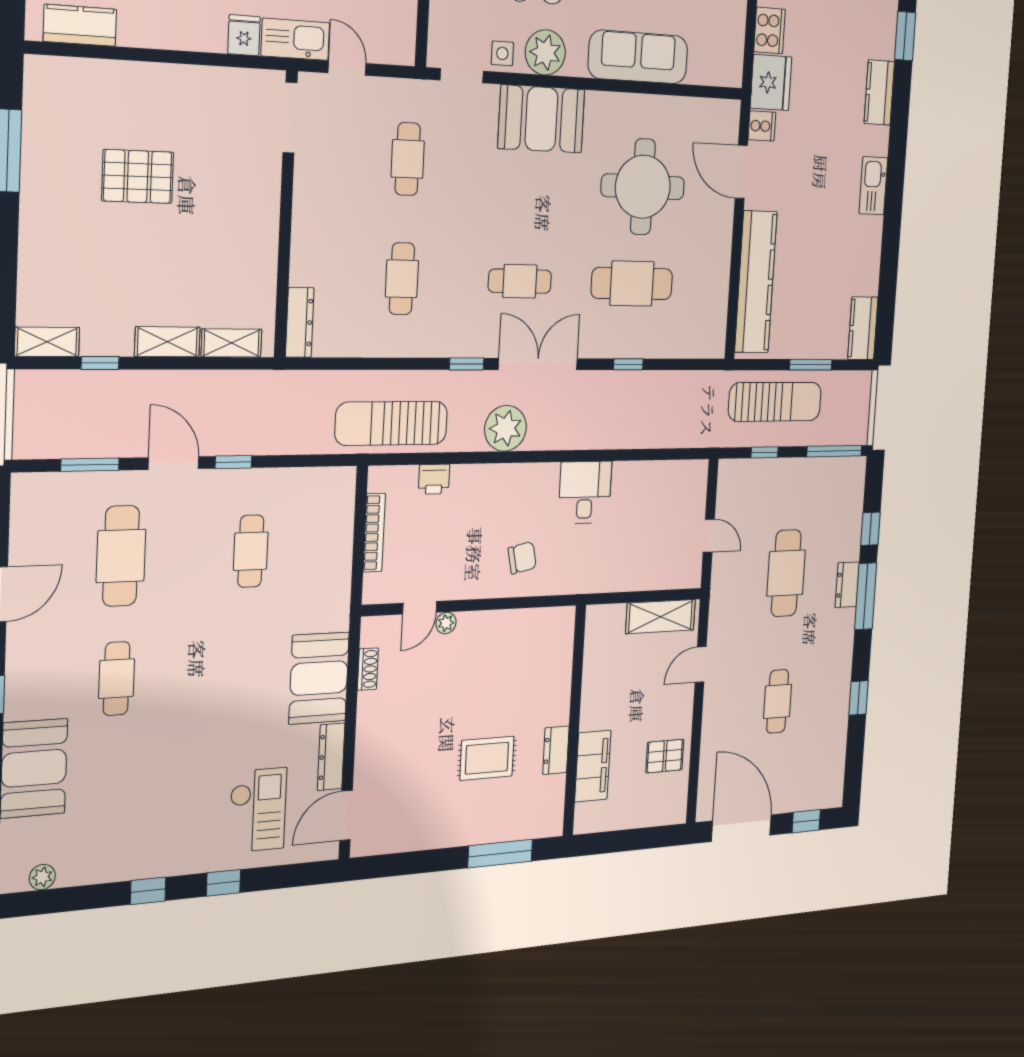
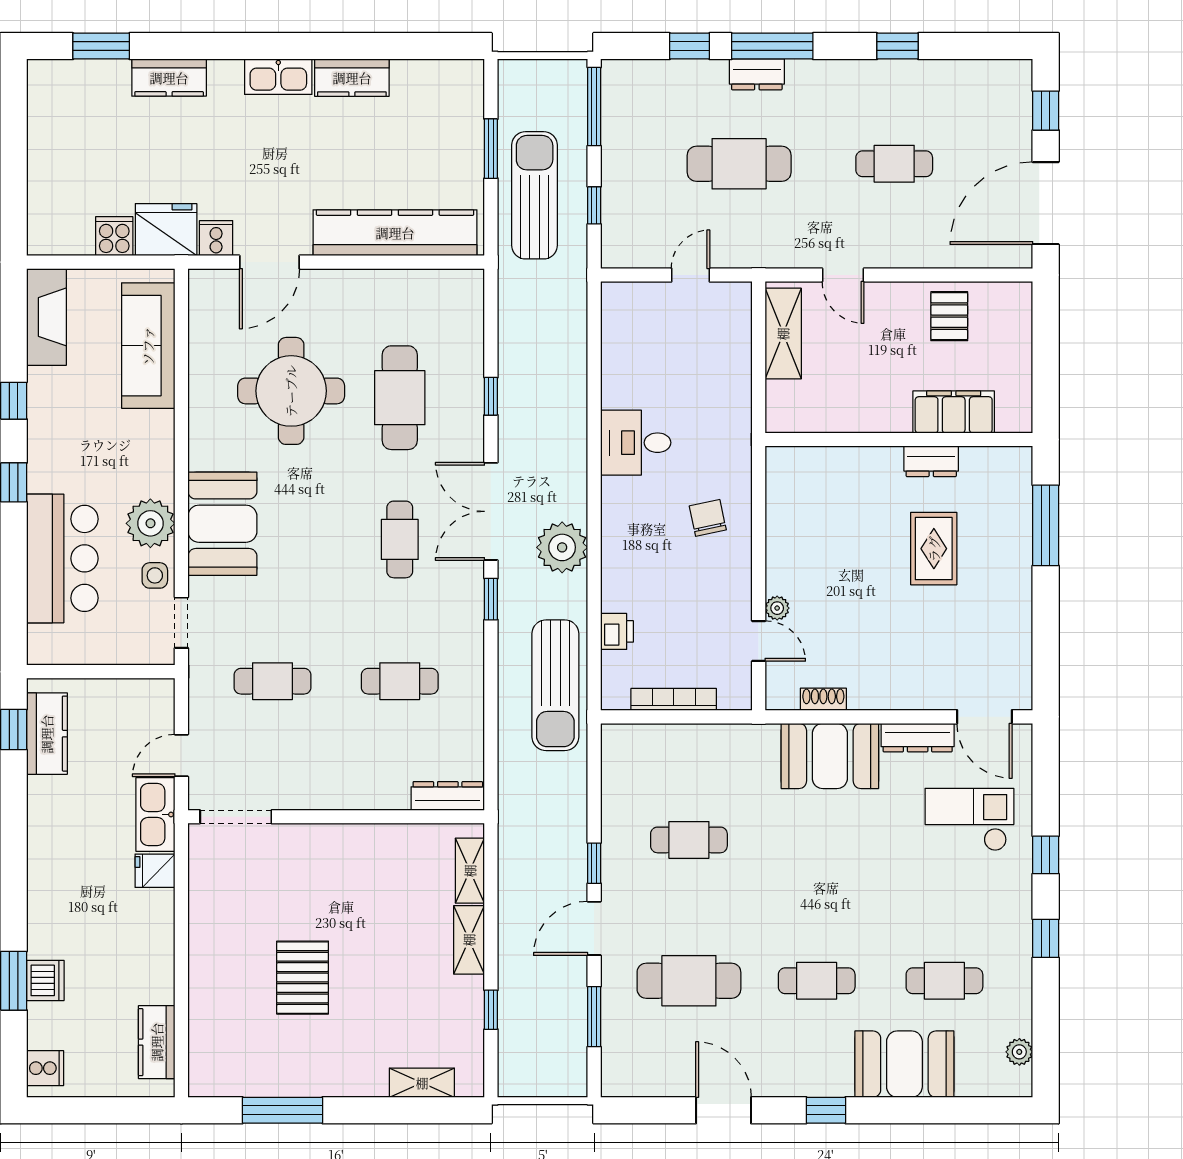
cooker: (770, 30) -> (114, 236), width x0.73
sofa: (638, 57) -> (148, 346), moved
kitchen counter: (863, 328) -> (352, 78), moved
shelving: (47, 342) -> (422, 1083), moved, turned 90
cafe table: (112, 800) -> (944, 981), added

